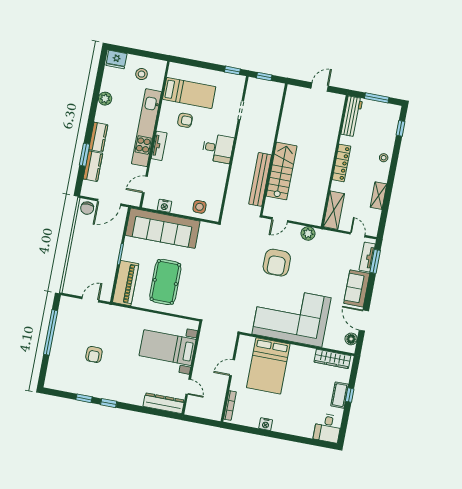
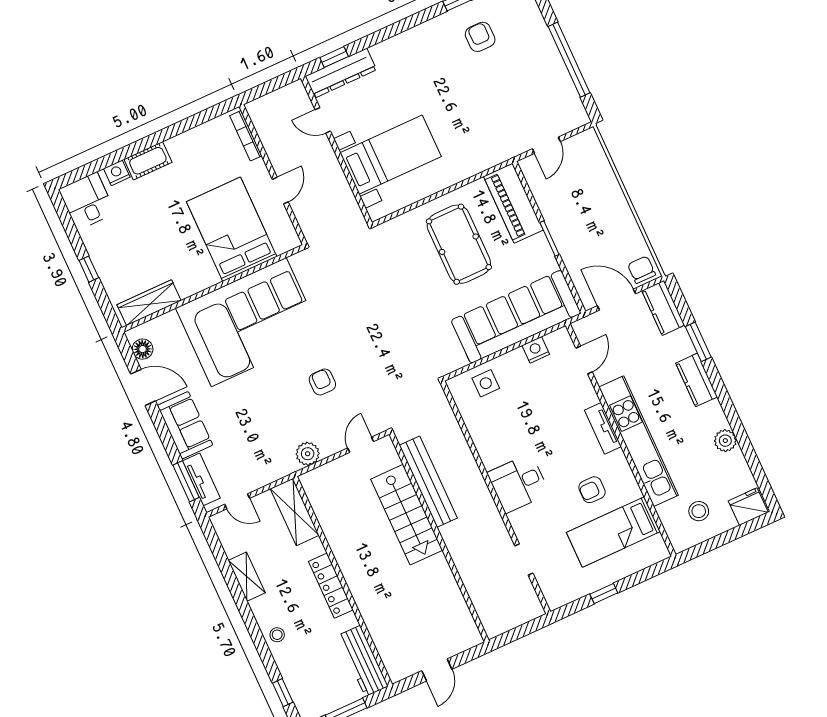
window: (232, 70) -> (604, 593), moved
window: (264, 76) -> (525, 630), removed
kitchen counter: (93, 166) -> (663, 308), moved
door: (109, 202) -> (616, 300), hinge flipped
armchair: (277, 263) -> (322, 382), width x0.53, depth x0.53
armchair: (94, 354) -> (480, 37), moved
cot: (340, 395) -> (148, 161), moved, turned 90
window: (109, 403) -> (334, 57), moved
nightstand: (266, 424) -> (117, 173), moved

